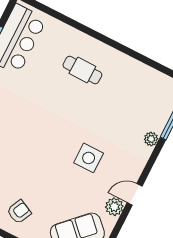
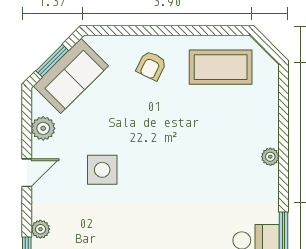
door: (135, 194) -> (27, 173), moved

